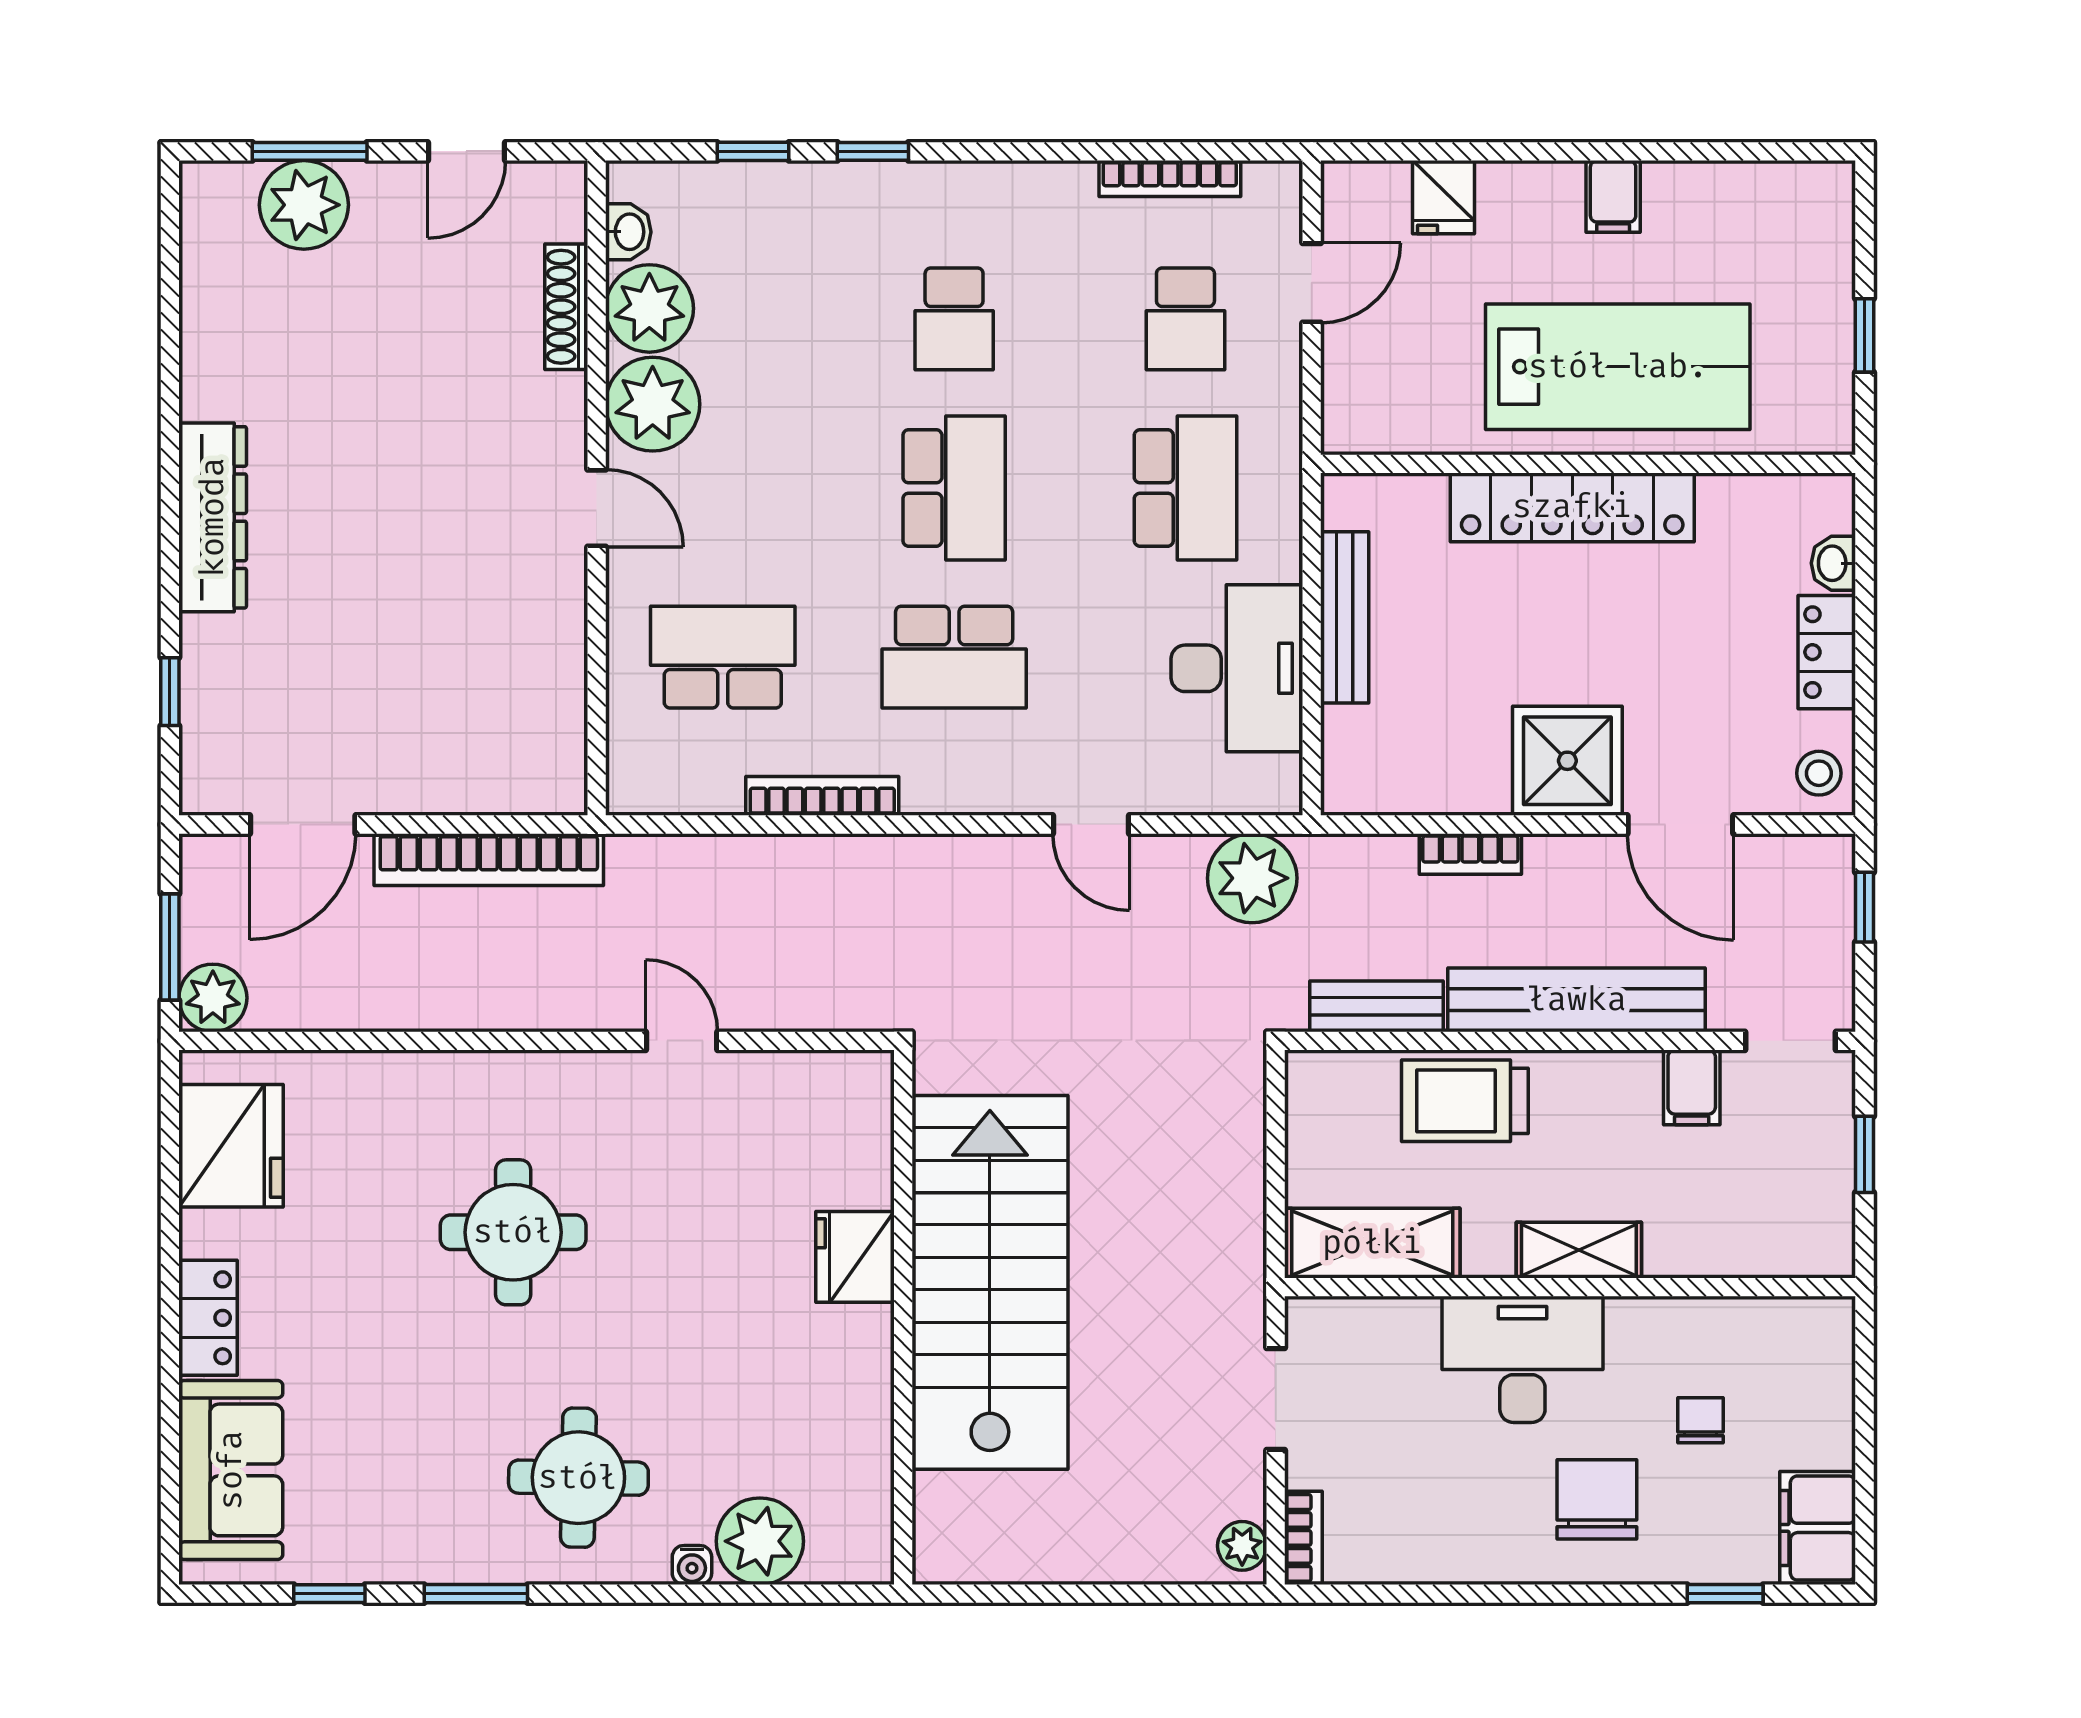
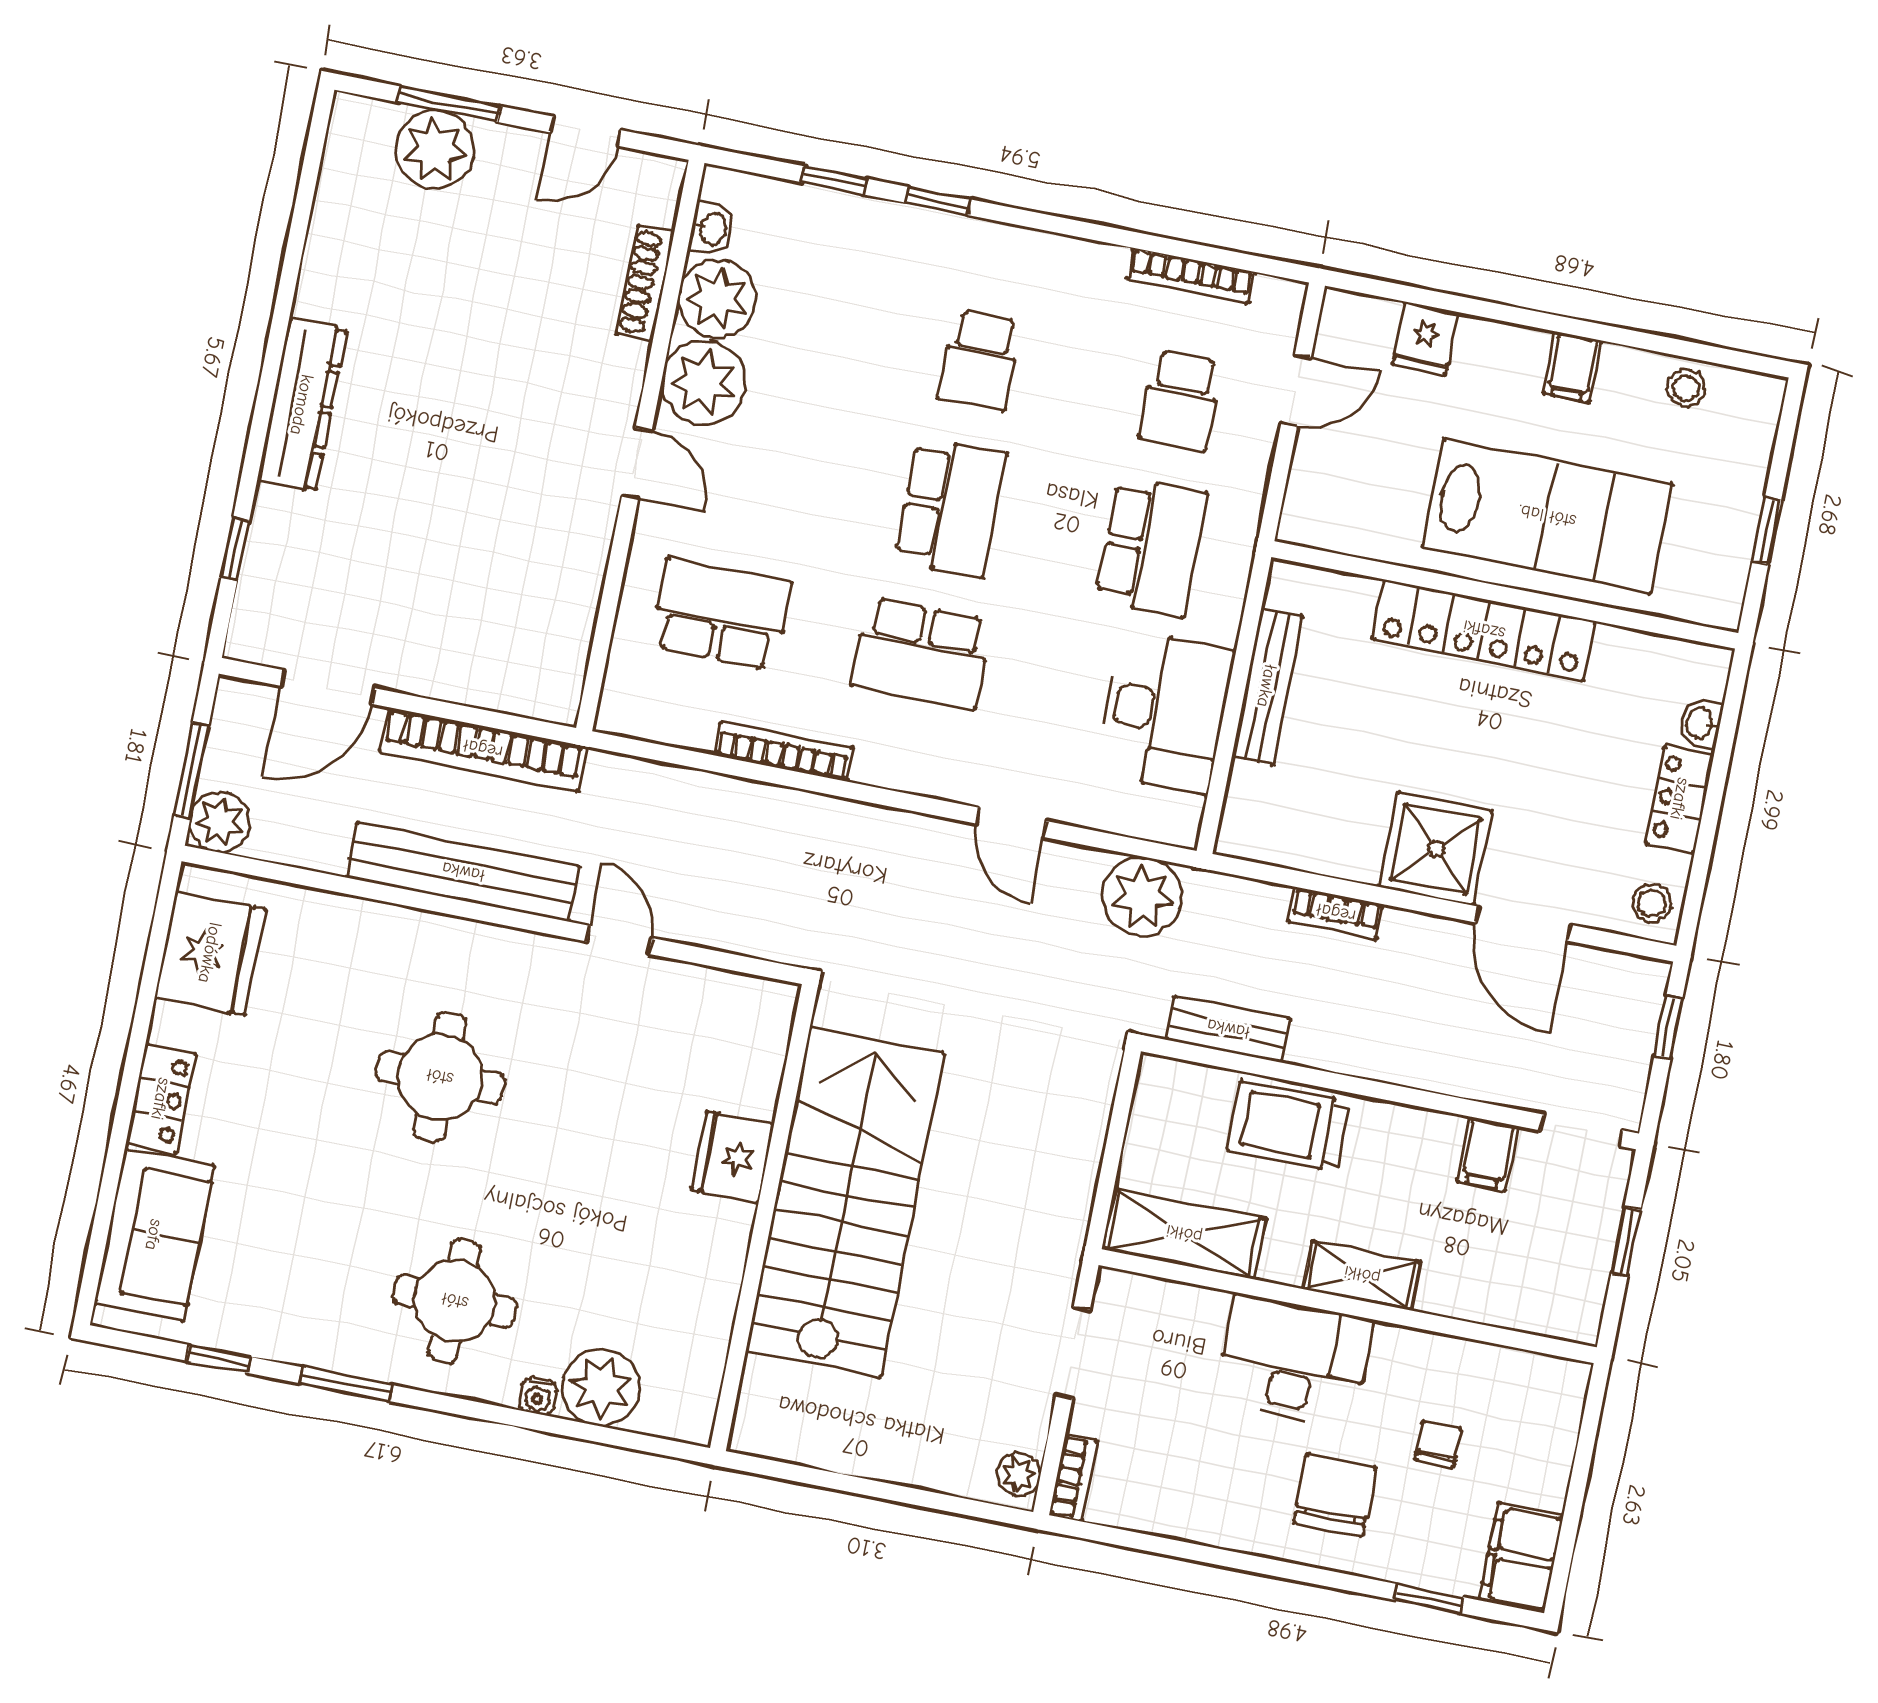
stool: (1744, 195) -> (1686, 388), added
bench: (1577, 1000) -> (463, 872), moved

